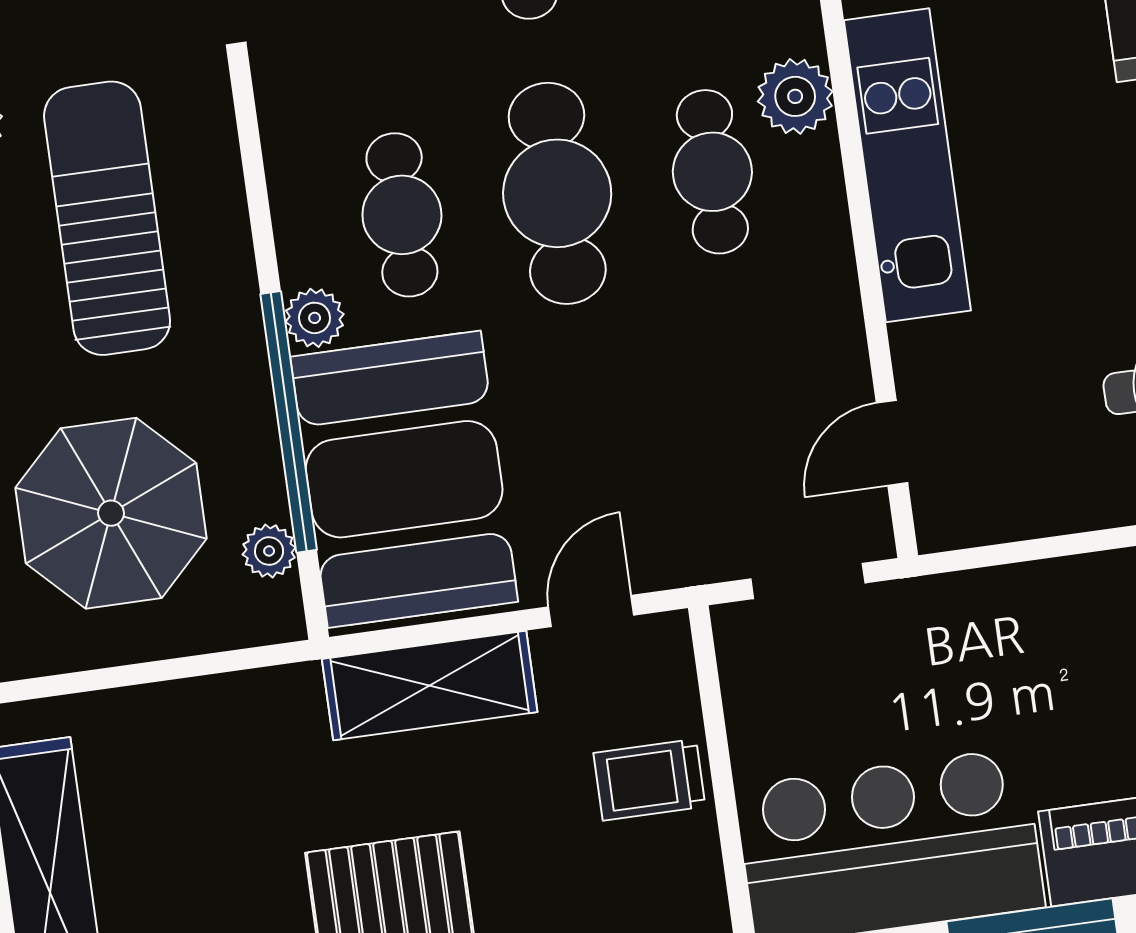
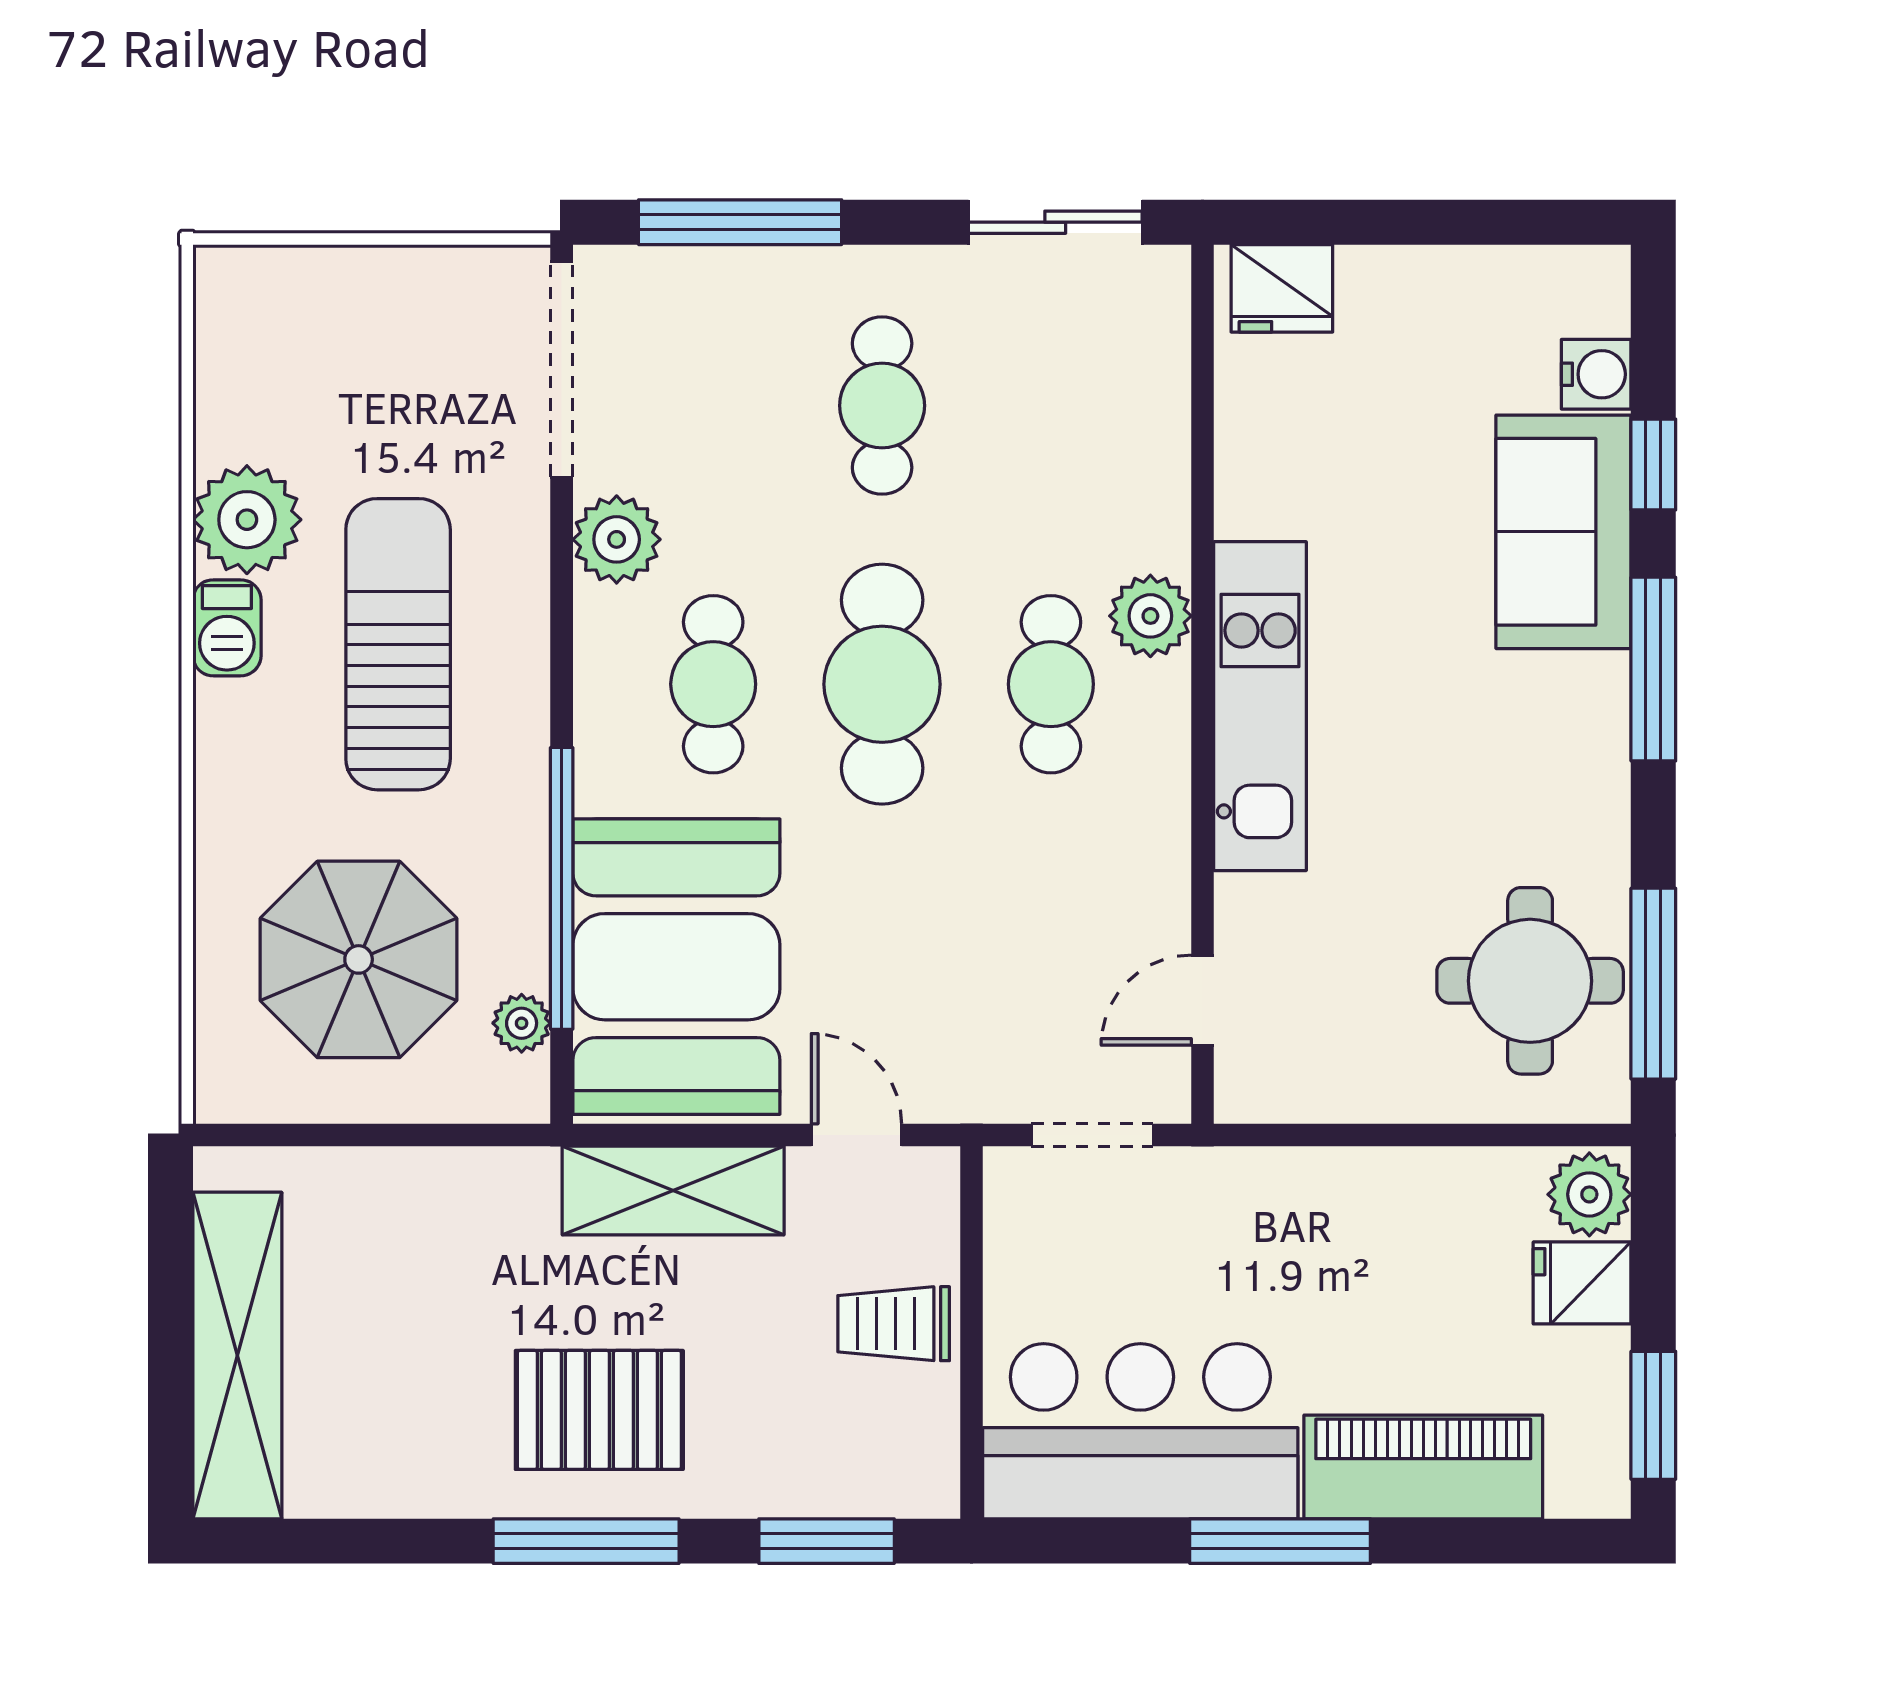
plant: (315, 318) -> (617, 539), moved, width x1.38, depth x1.38
door: (591, 611) -> (856, 1135), hinge flipped

